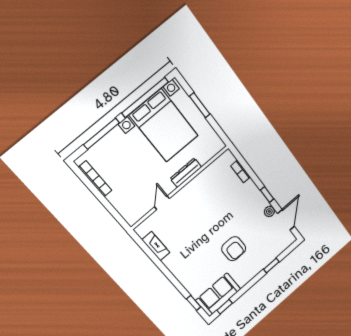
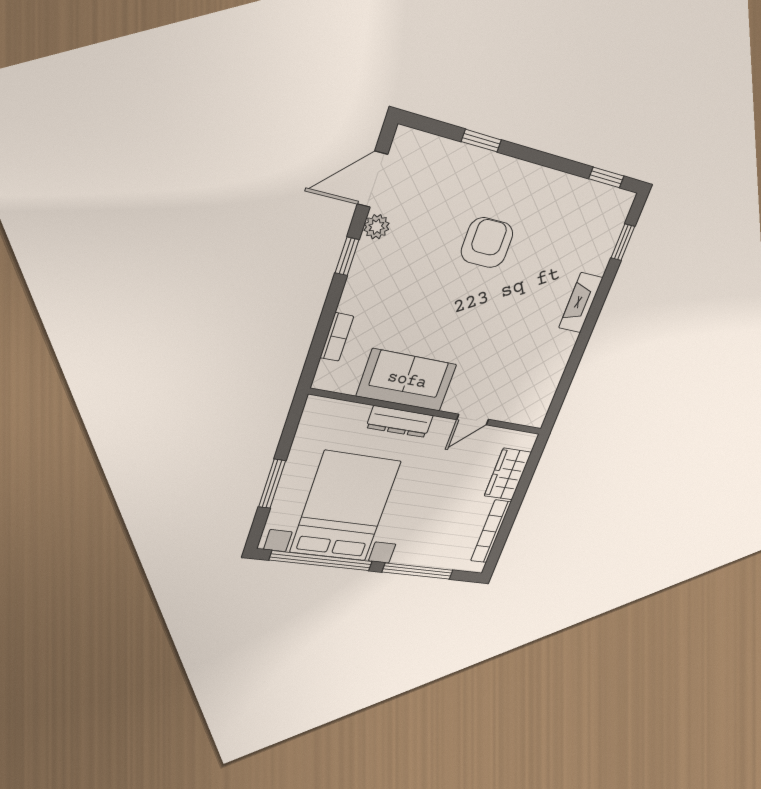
wardrobe: (121, 203) -> (508, 474), added
fireplace: (156, 246) -> (581, 303), moved
sofa: (218, 295) -> (407, 380), moved, turned 180

